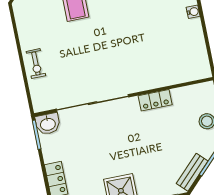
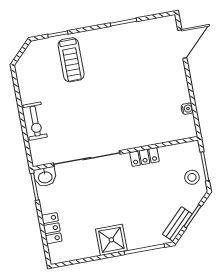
water cooler: (193, 12) -> (187, 109), moved
exercise bike: (36, 64) -> (35, 121), width x1.38, depth x1.39

